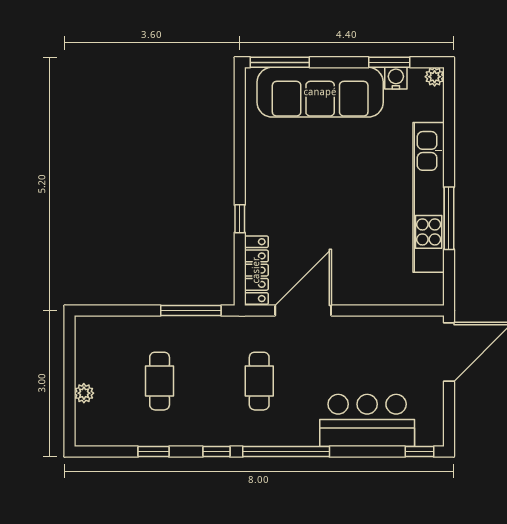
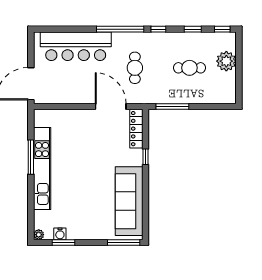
sofa: (320, 92) -> (129, 201), moved, turned -90
door: (303, 310) -> (111, 106), swing flipped
cafe table: (160, 381) -> (189, 68), turned 90
plant: (84, 393) -> (226, 61), width x1.87, depth x1.87
bar counter: (367, 420) -> (76, 46), width x1.36
window: (419, 452) -> (222, 29), moved

